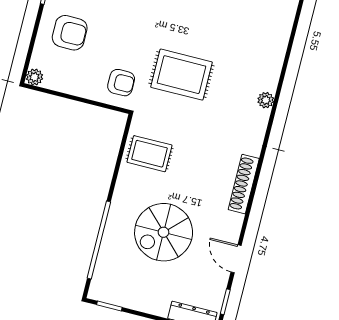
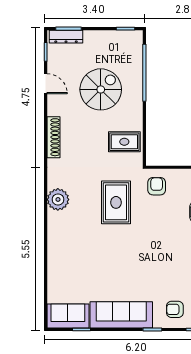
rug: (181, 75) -> (116, 202), turned 90
armchair: (121, 83) -> (157, 186), turned 90
plant: (266, 100) -> (58, 199), width x1.88, depth x1.88

